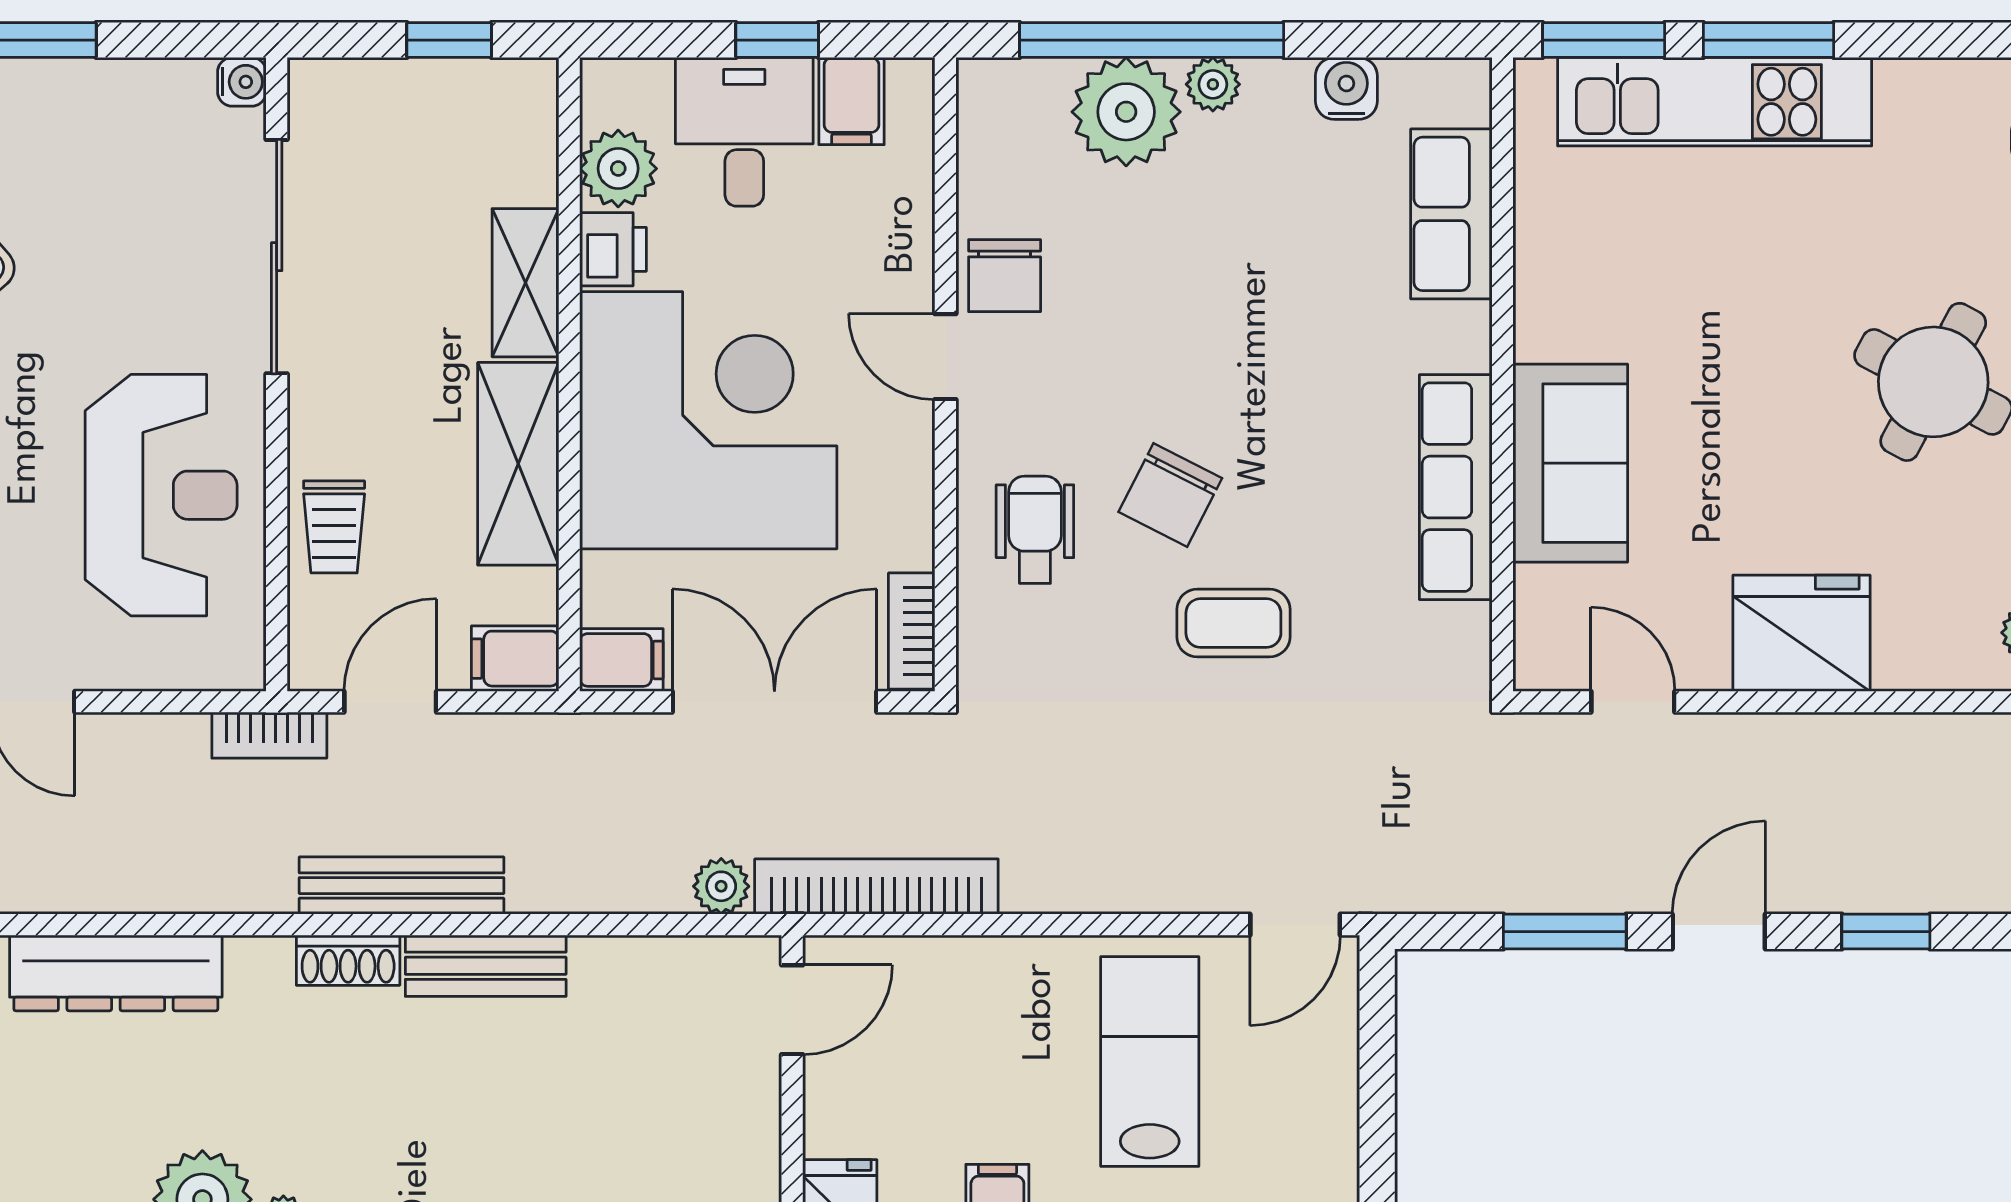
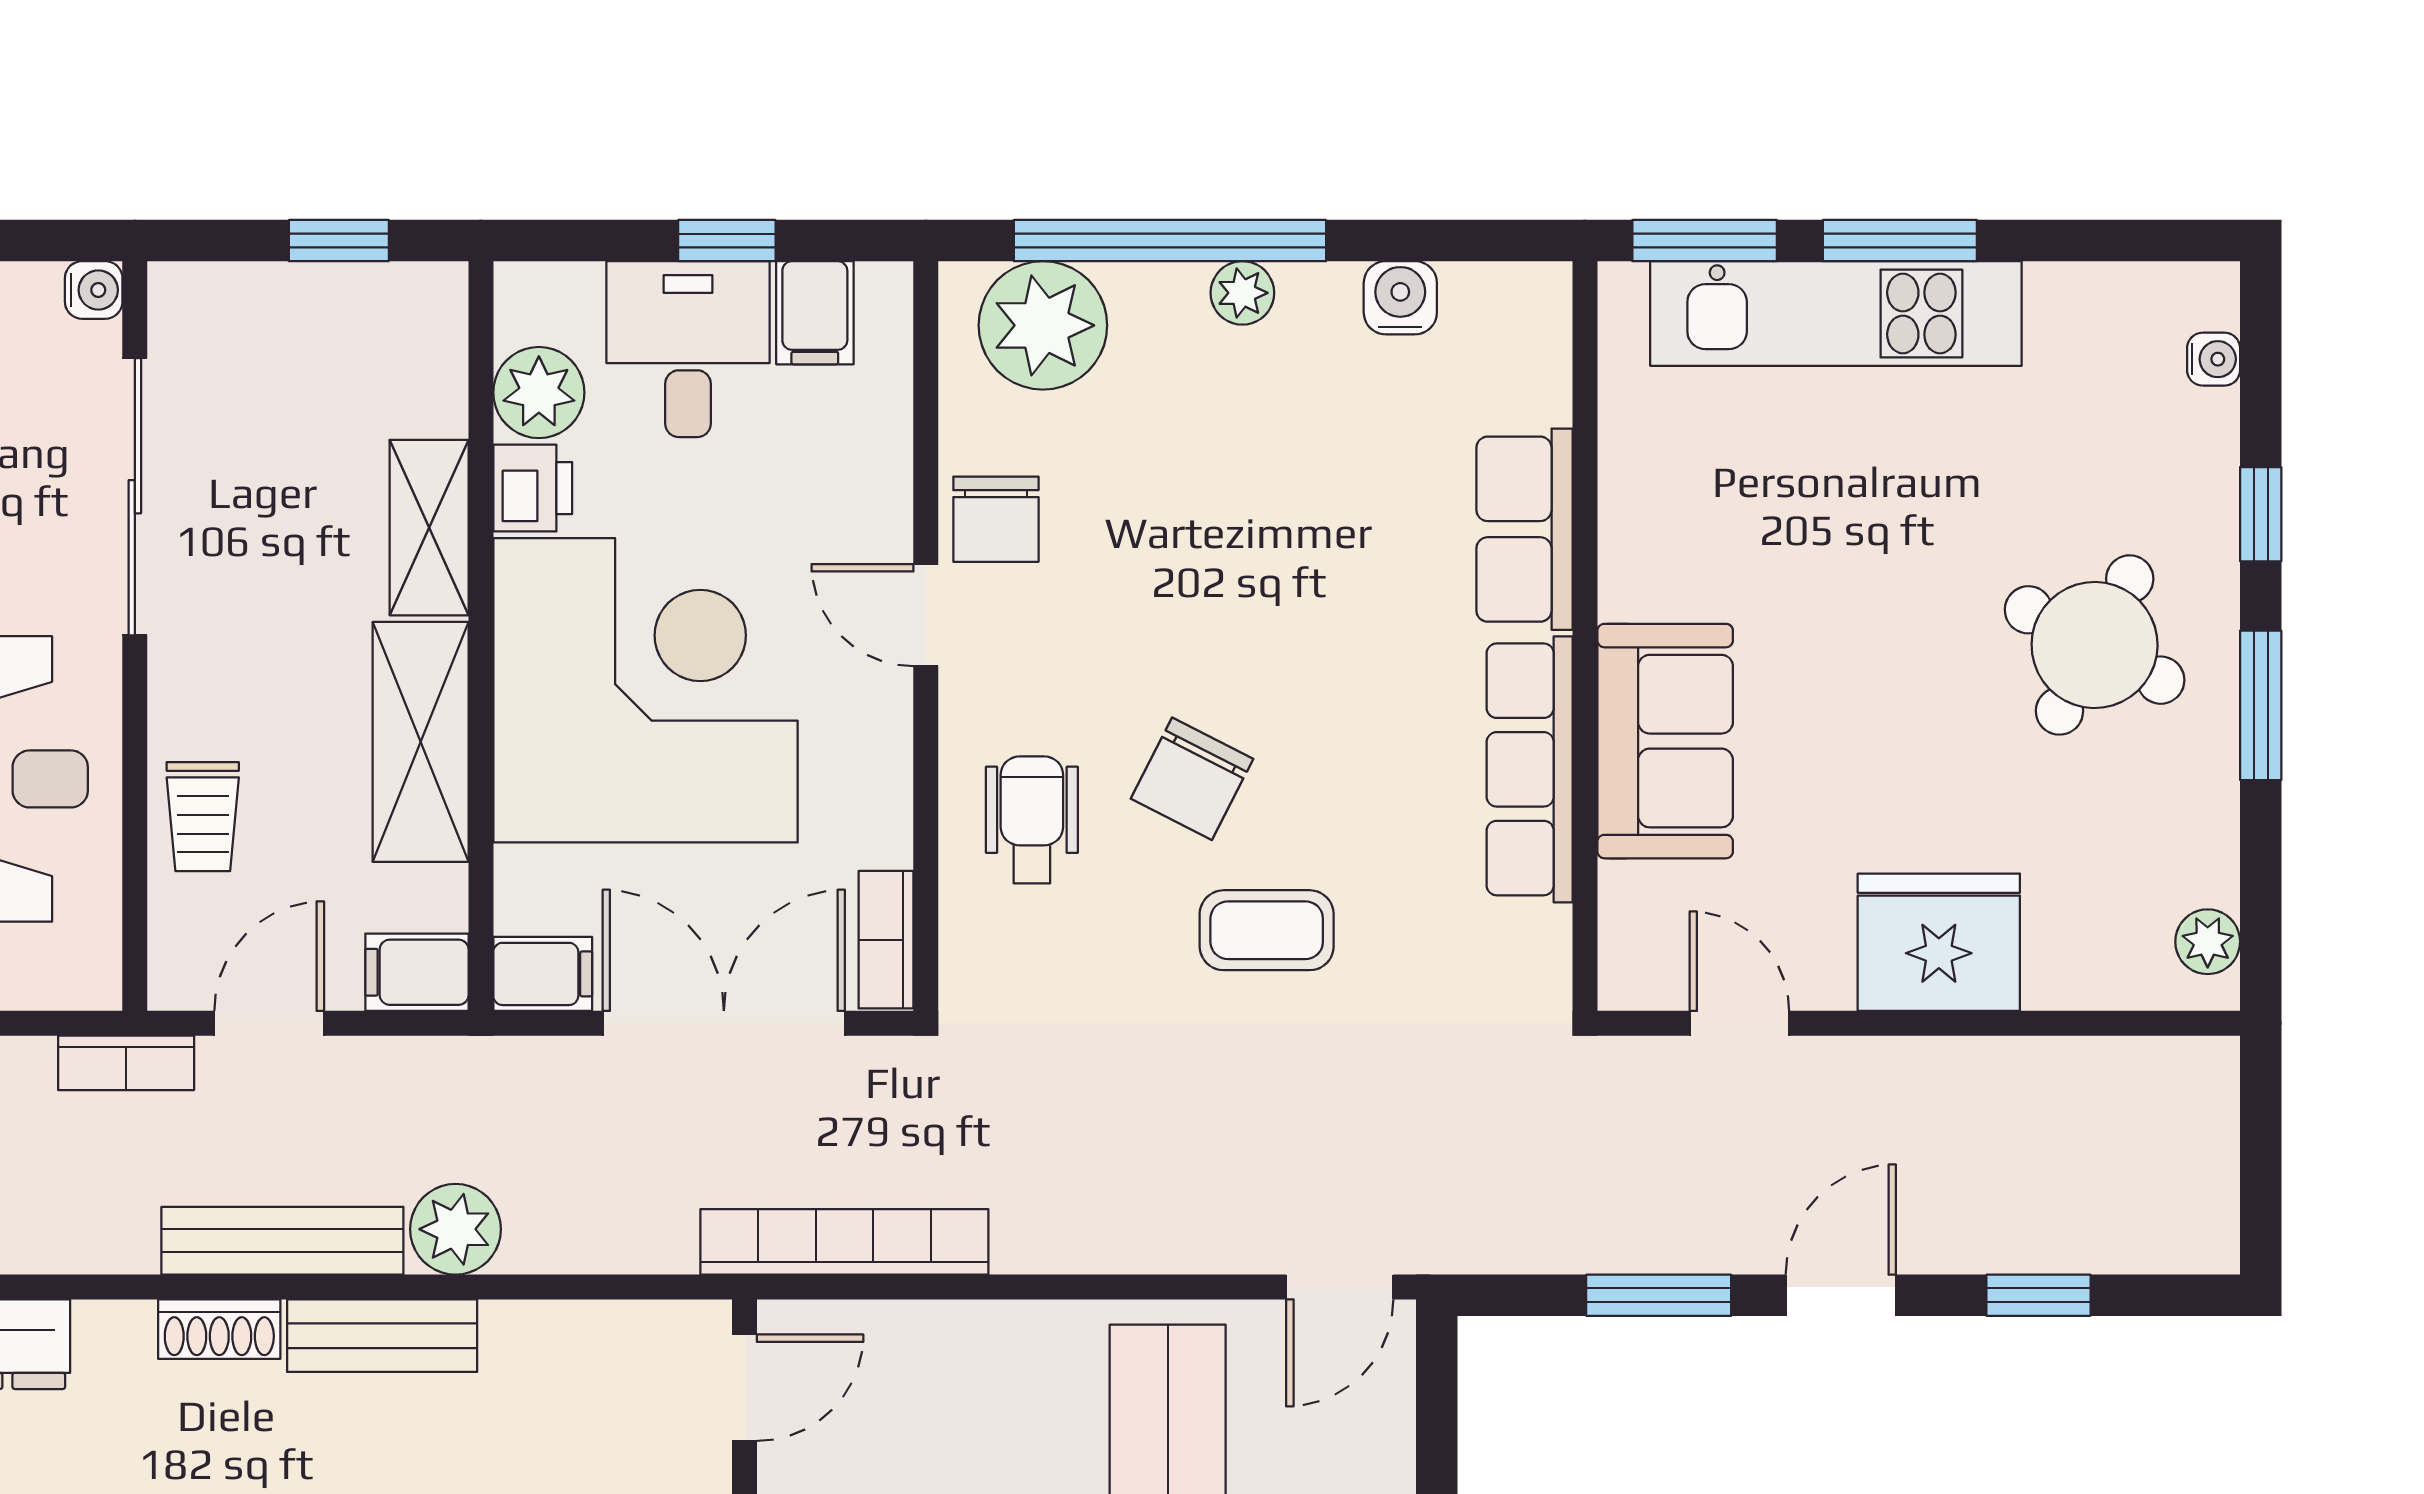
plant: (1126, 112) -> (1043, 325), moved
row of seats: (1451, 214) -> (1525, 529), moved
plant: (721, 886) -> (455, 1229), moved, width x1.38, depth x1.38

